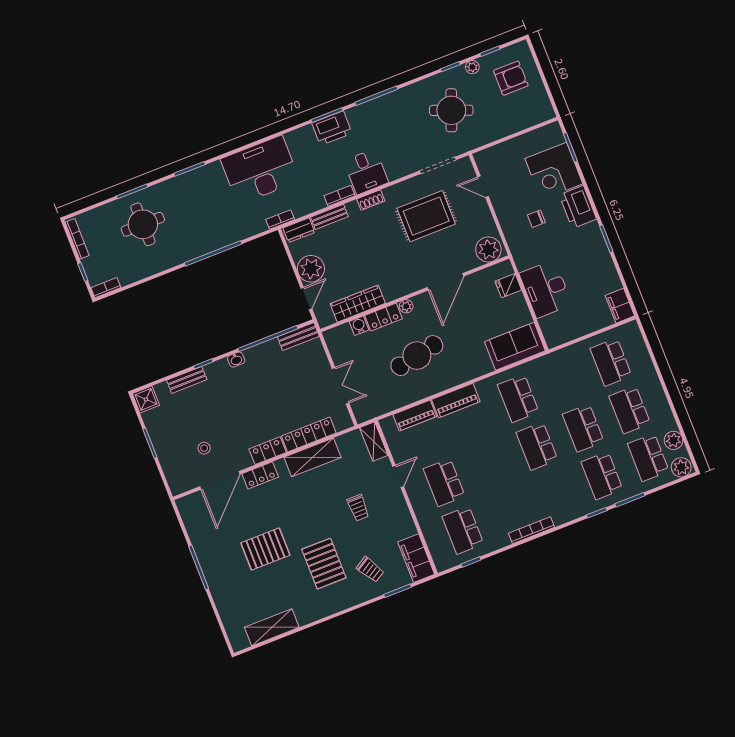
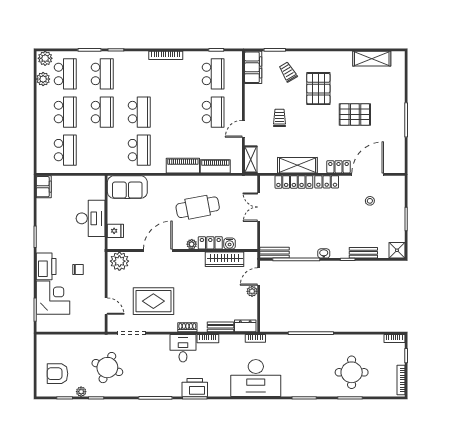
plant: (311, 269) -> (252, 291), width x0.53, depth x0.53

